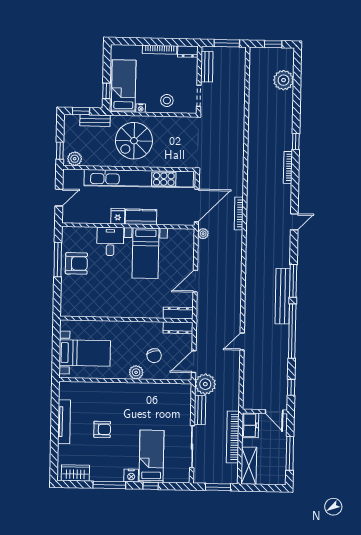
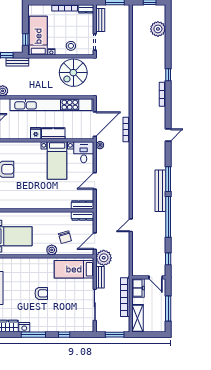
spiral stairs: (134, 141) -> (73, 73), moved
desk: (110, 241) -> (84, 152), moved
armchair: (102, 429) -> (41, 293), moved
bed: (151, 456) -> (74, 269), moved, turned -90
nightstand: (131, 476) -> (24, 327), moved

